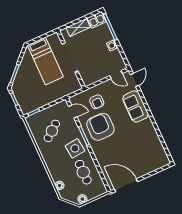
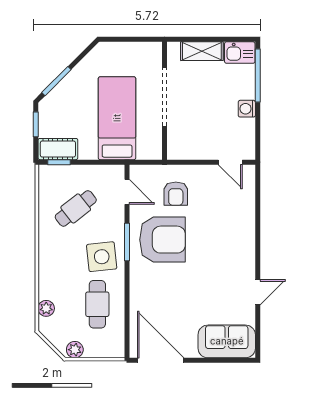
bed: (45, 61) -> (117, 118), moved, turned 180
door: (134, 80) -> (258, 292), moved
cot: (30, 106) -> (58, 149), added
sofa: (135, 106) -> (227, 341), moved, turned 90
armchair: (100, 127) -> (162, 240), turned 90

